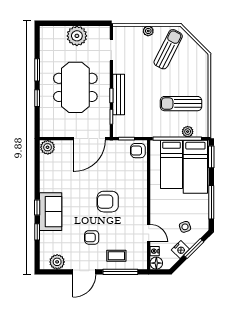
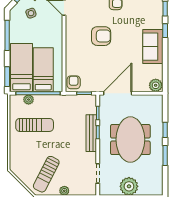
armchair: (138, 151) -> (74, 82), turned -90
sofa: (51, 212) -> (153, 47), moved

